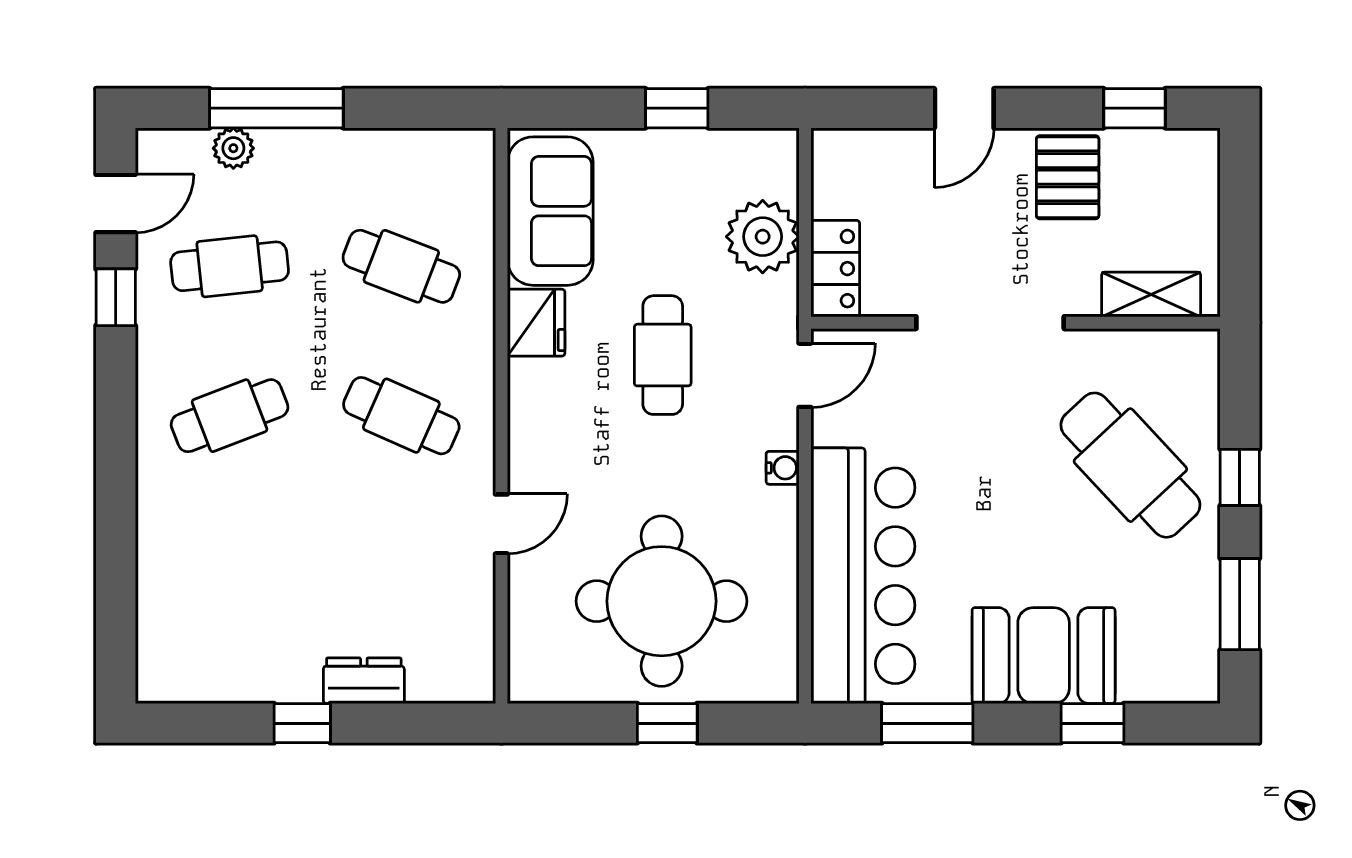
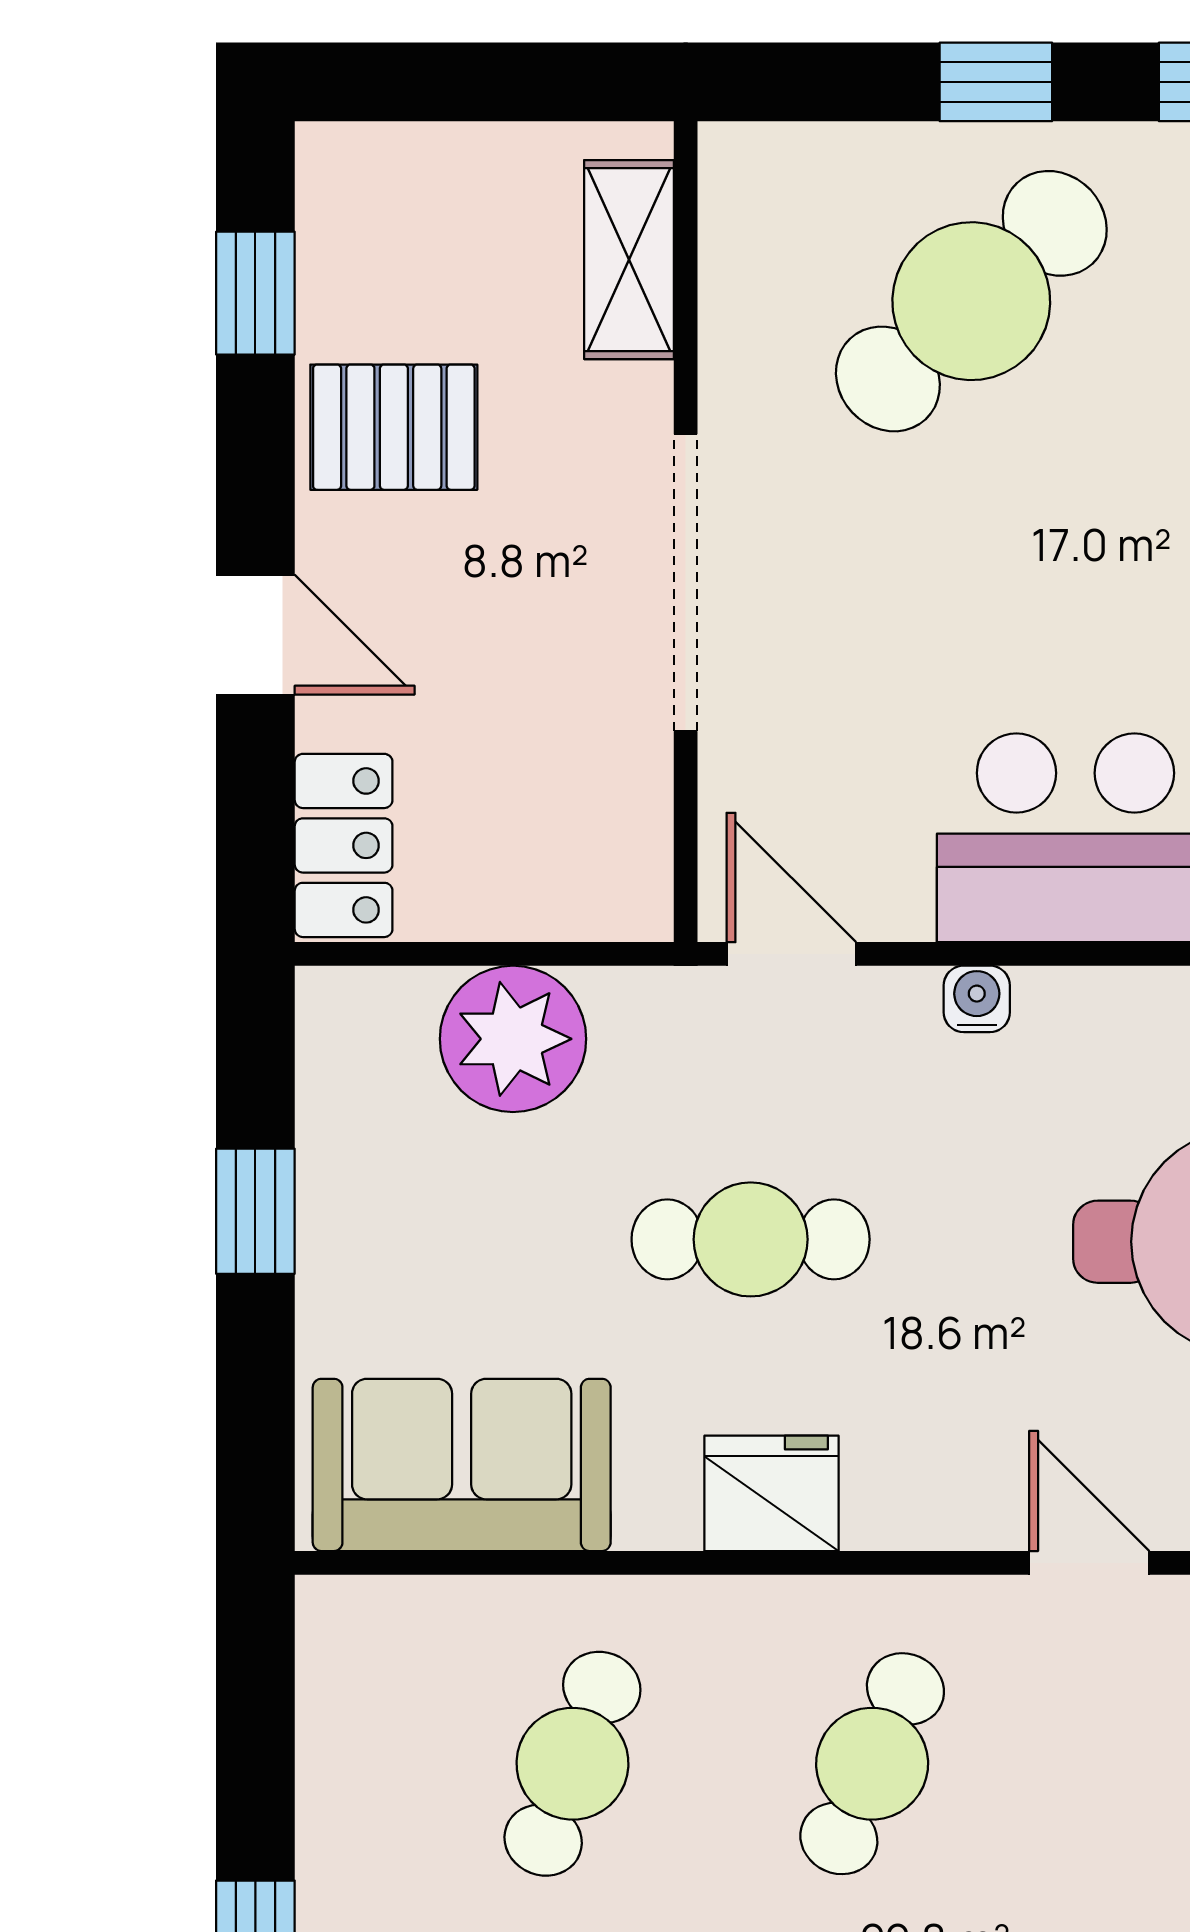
locker: (835, 269) -> (344, 845), moved, turned 90
fridge: (536, 323) -> (771, 1493), moved

